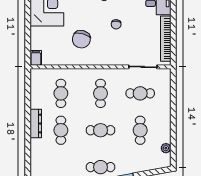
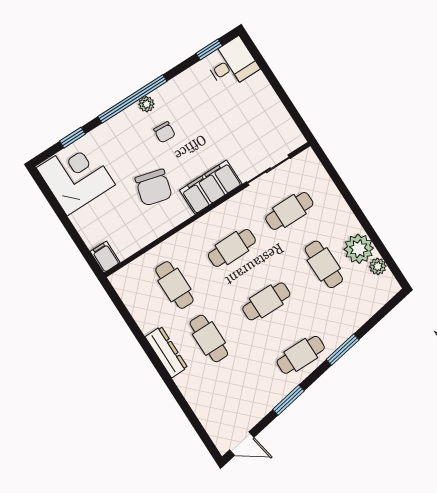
chair: (116, 24) -> (164, 132), moved
bookcase: (166, 39) -> (275, 108), removed
filing cabinet: (109, 57) -> (211, 187), added
cafe table: (101, 93) -> (232, 248), turned 90
plant: (162, 134) -> (359, 249), added

